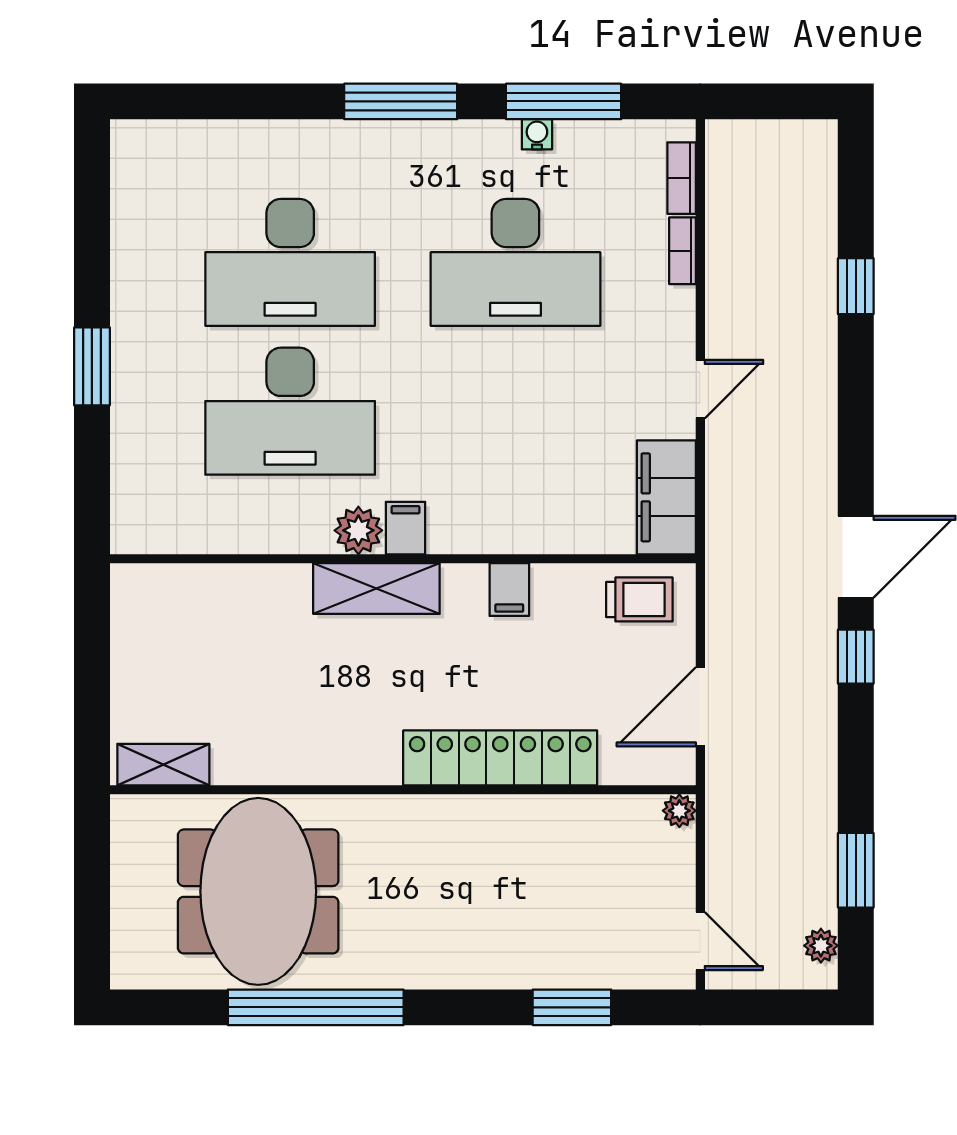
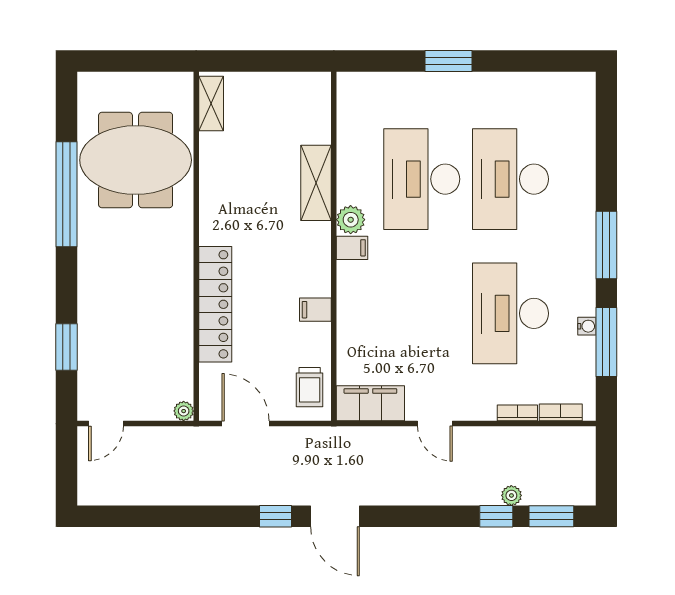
shelving: (376, 589) -> (316, 183), moved
window: (856, 870) -> (551, 516), moved
plant: (821, 946) -> (511, 495), moved

